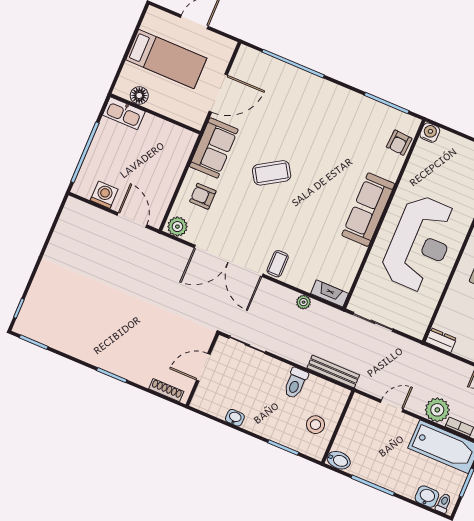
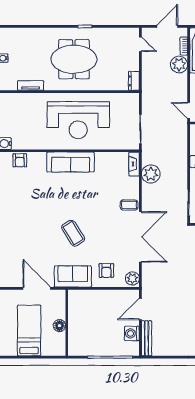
floor lamp: (139, 95) -> (59, 326), moved
kitchen sink: (124, 113) -> (75, 343), removed
armchair: (399, 143) -> (20, 160), turned 86
reception desk: (420, 244) -> (78, 120), turned 180
plant: (304, 302) -> (151, 174), width x1.88, depth x1.88
bench: (333, 371) -> (147, 338), moved
door: (392, 406) -> (189, 110), moved

